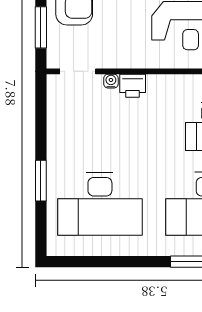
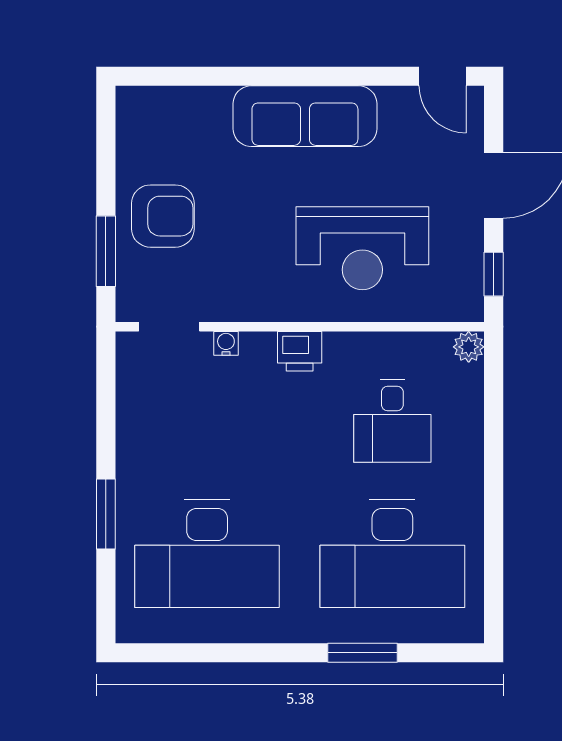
printer: (133, 86) -> (300, 351), moved

